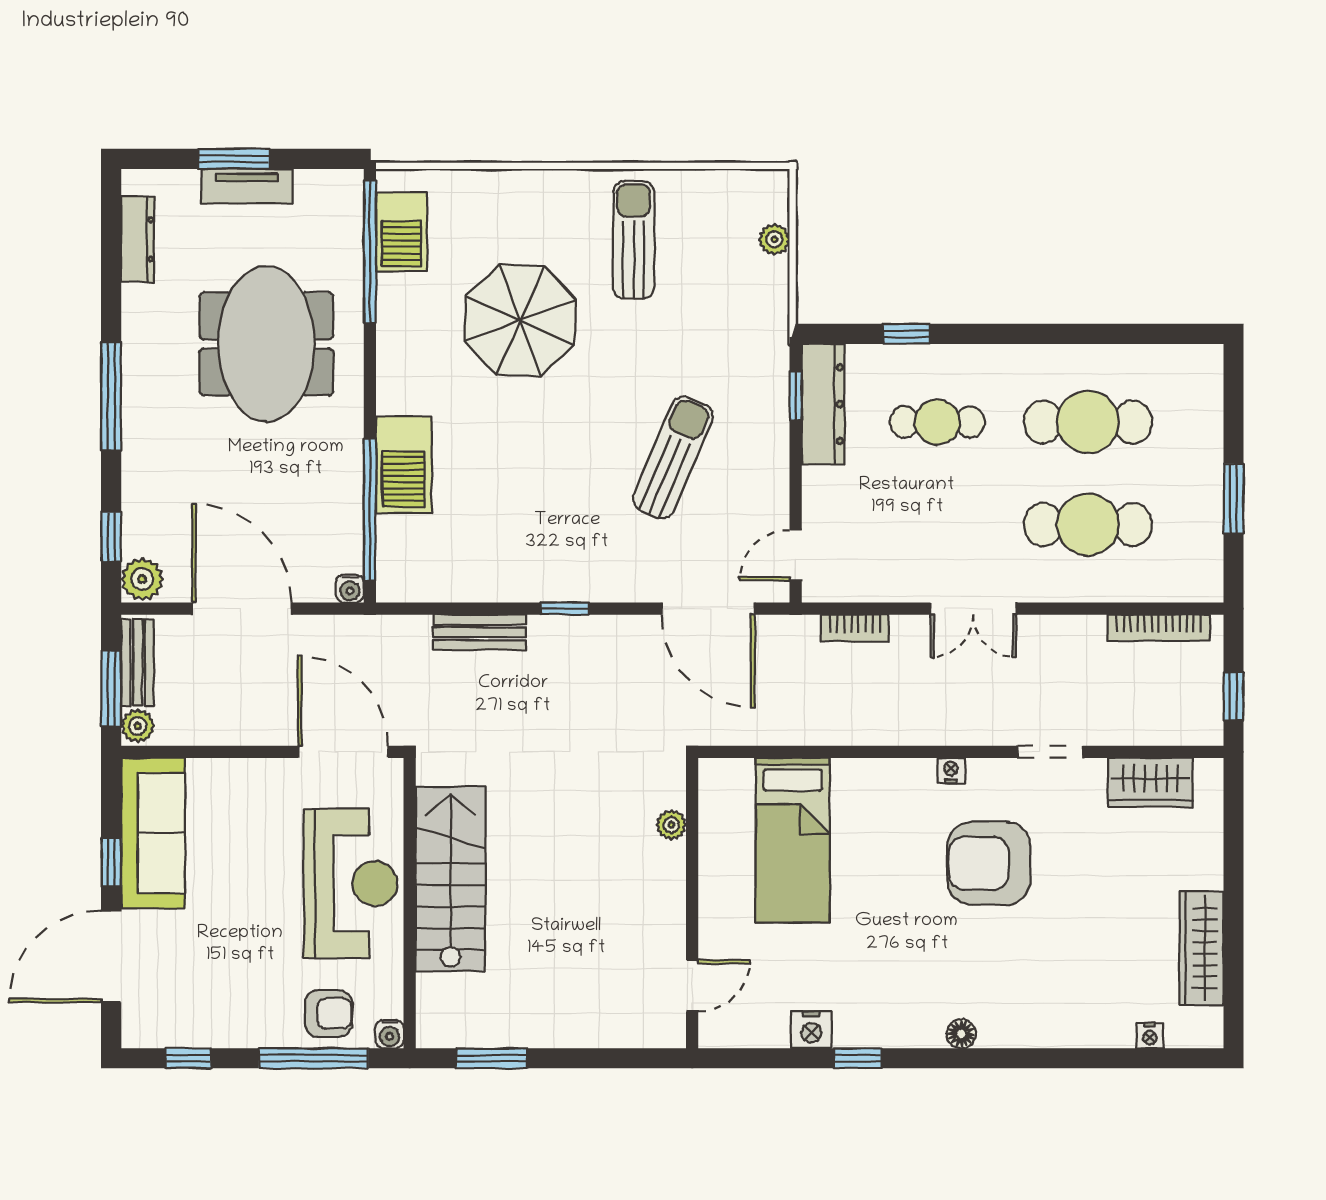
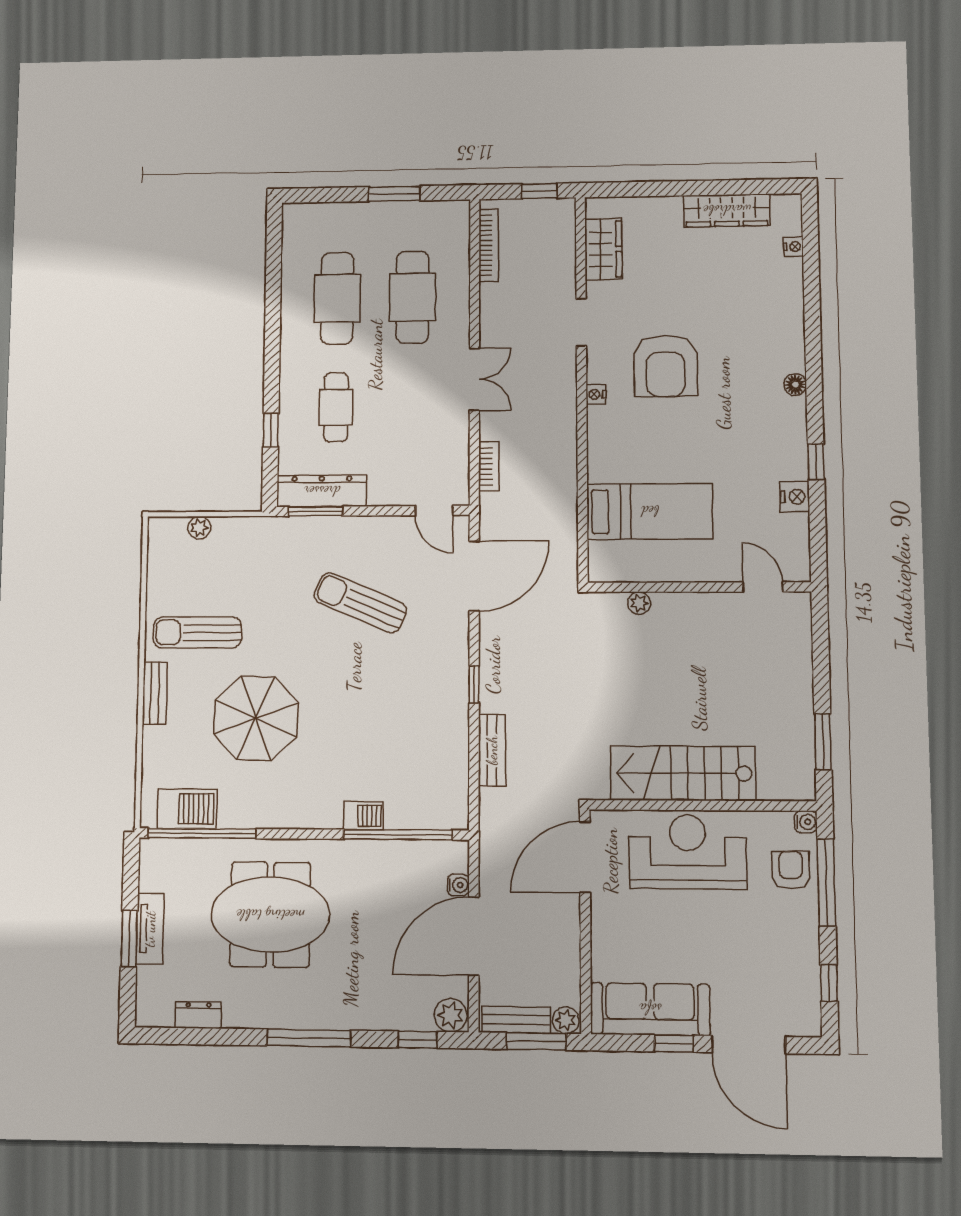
bench: (553, 185) -> (155, 693), added
dresser: (138, 239) -> (198, 1015), width x0.70
window: (796, 396) -> (315, 511), width x1.50
barbecue: (404, 465) -> (364, 816), width x0.53, depth x0.65
water cooler: (350, 589) -> (458, 885), moved

